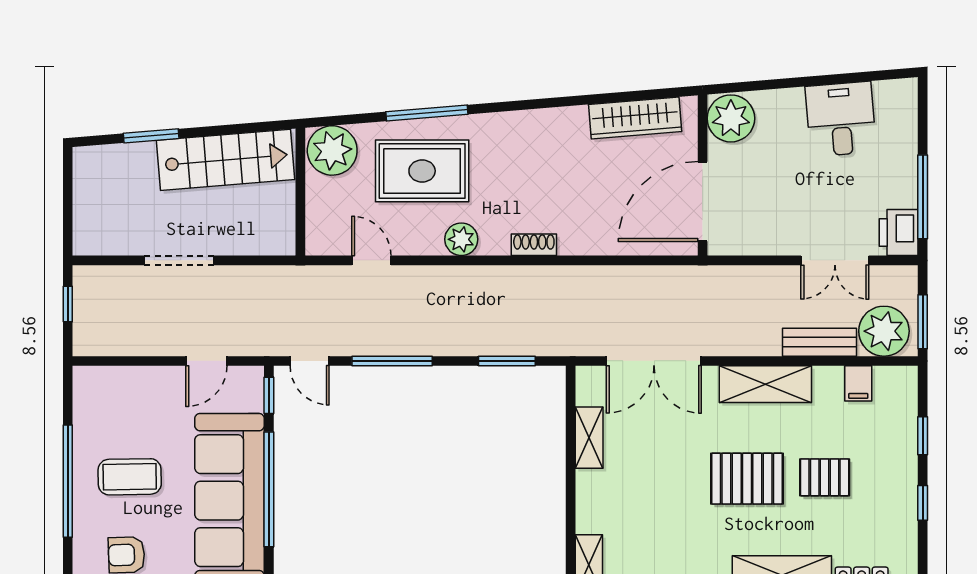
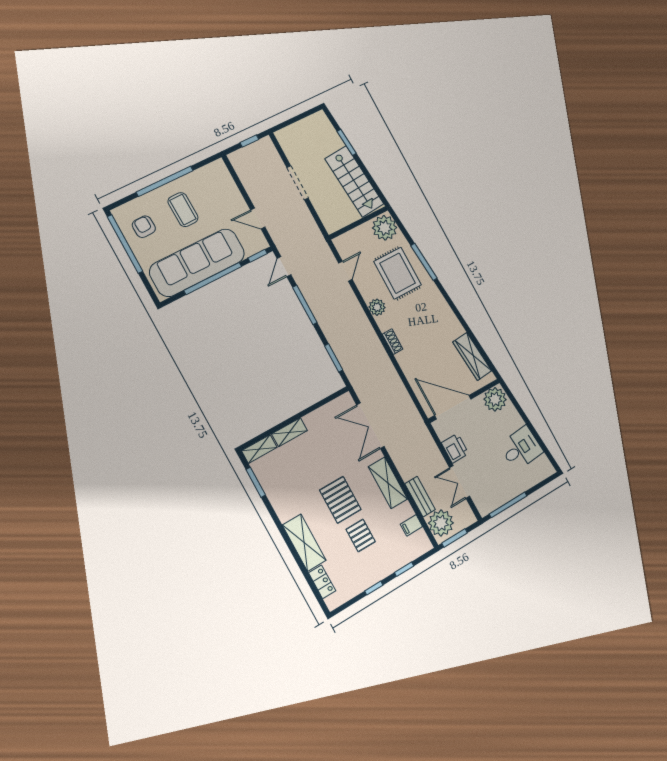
printer: (899, 232) -> (455, 448), moved, turned 90
shelving: (589, 438) -> (289, 432), moved

